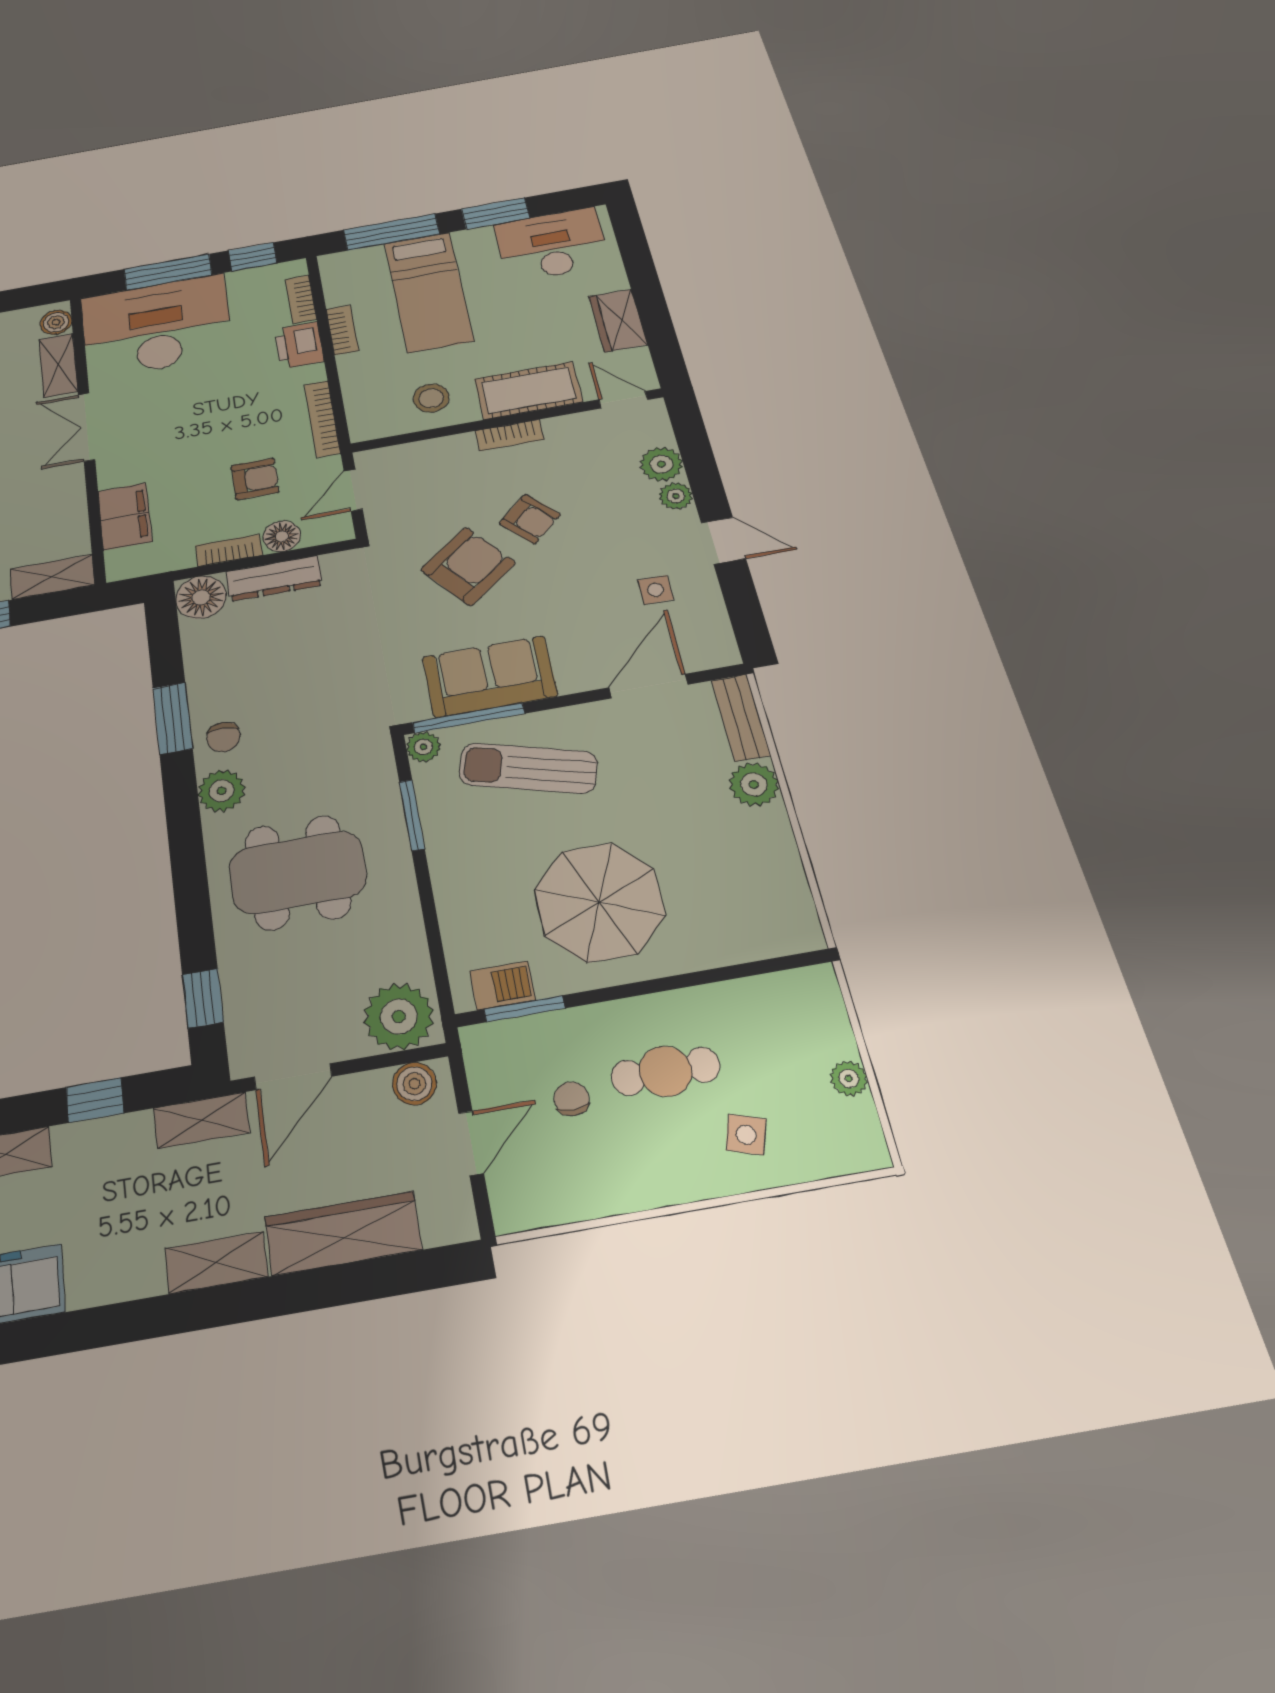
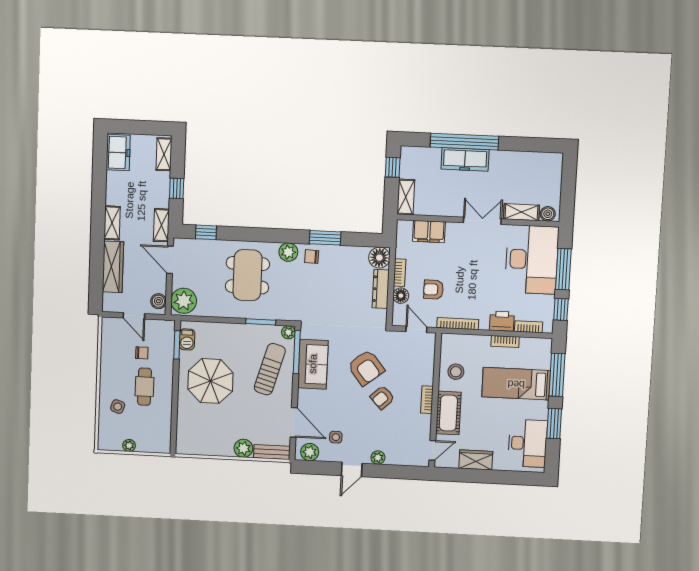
plant: (661, 464) -> (310, 452), moved
armchair: (255, 479) -> (433, 290), turned 90

